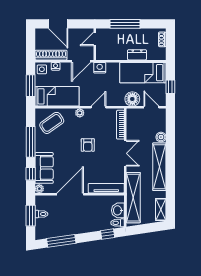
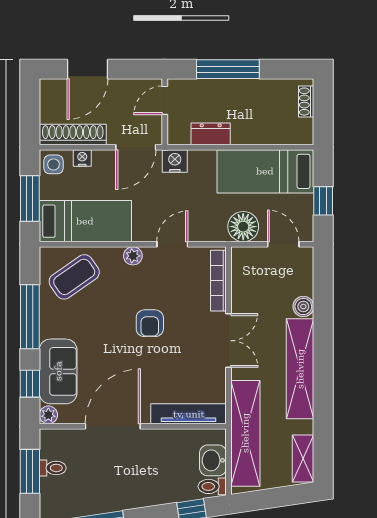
door: (58, 24) -> (87, 69), hinge flipped
dresser: (137, 55) -> (211, 134), moved

